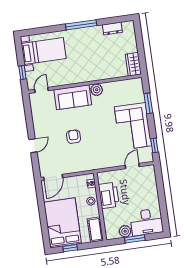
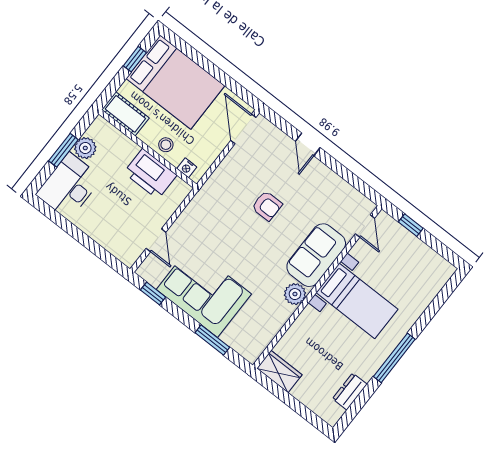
bed with nightstands: (44, 51) -> (357, 301), moved, turned -90

